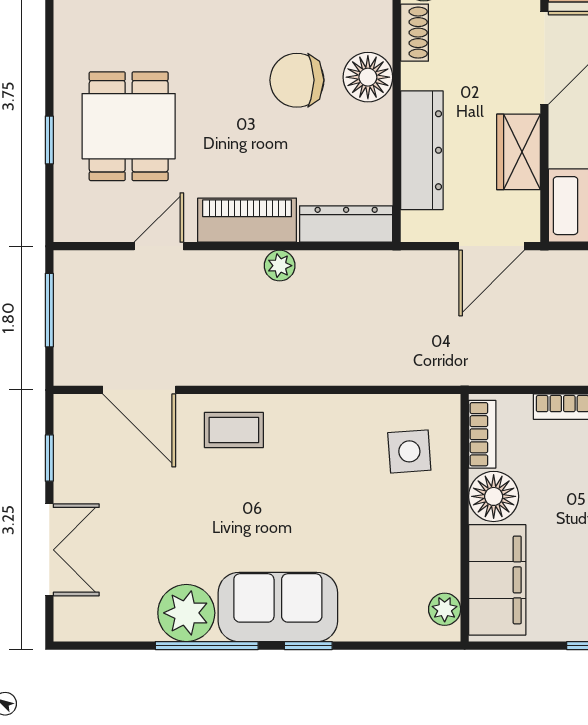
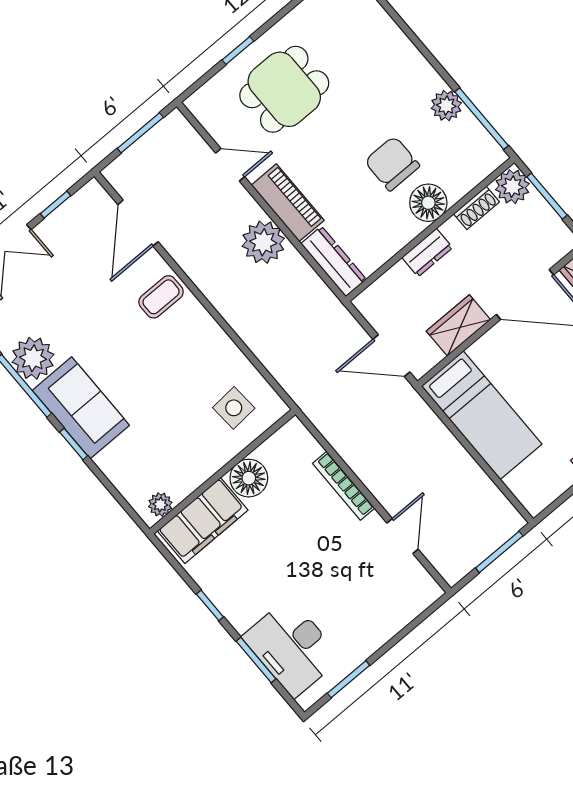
dresser: (422, 150) -> (427, 253), width x0.51, depth x0.80
plant: (280, 266) -> (263, 242), width x1.87, depth x1.87
coffee table: (234, 430) -> (161, 297), turned 90
bookcase: (482, 434) -> (279, 441), removed

